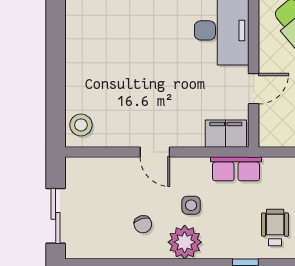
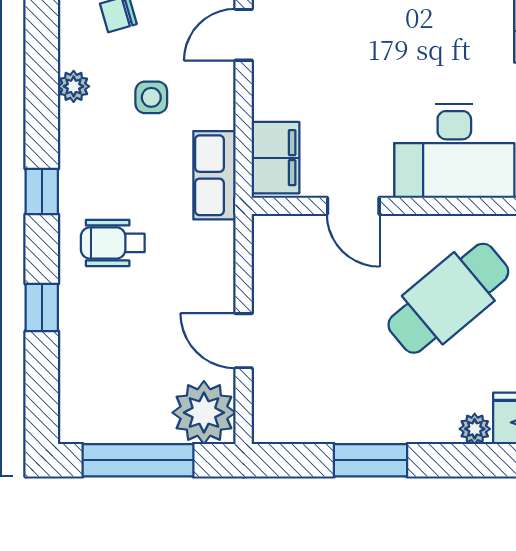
wheelchair: (275, 227) -> (113, 243), turned 180
plant: (185, 242) -> (74, 86), width x0.53, depth x0.53

